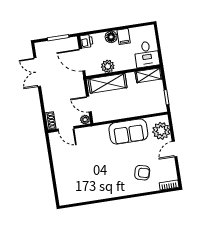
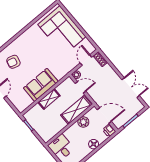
filing cabinet: (124, 37) -> (85, 150), removed
shelving: (149, 75) -> (49, 99), moved
door: (66, 129) -> (86, 60), hinge flipped
plant: (161, 131) -> (18, 99), removed
corner sofa: (72, 175) -> (62, 31), added

